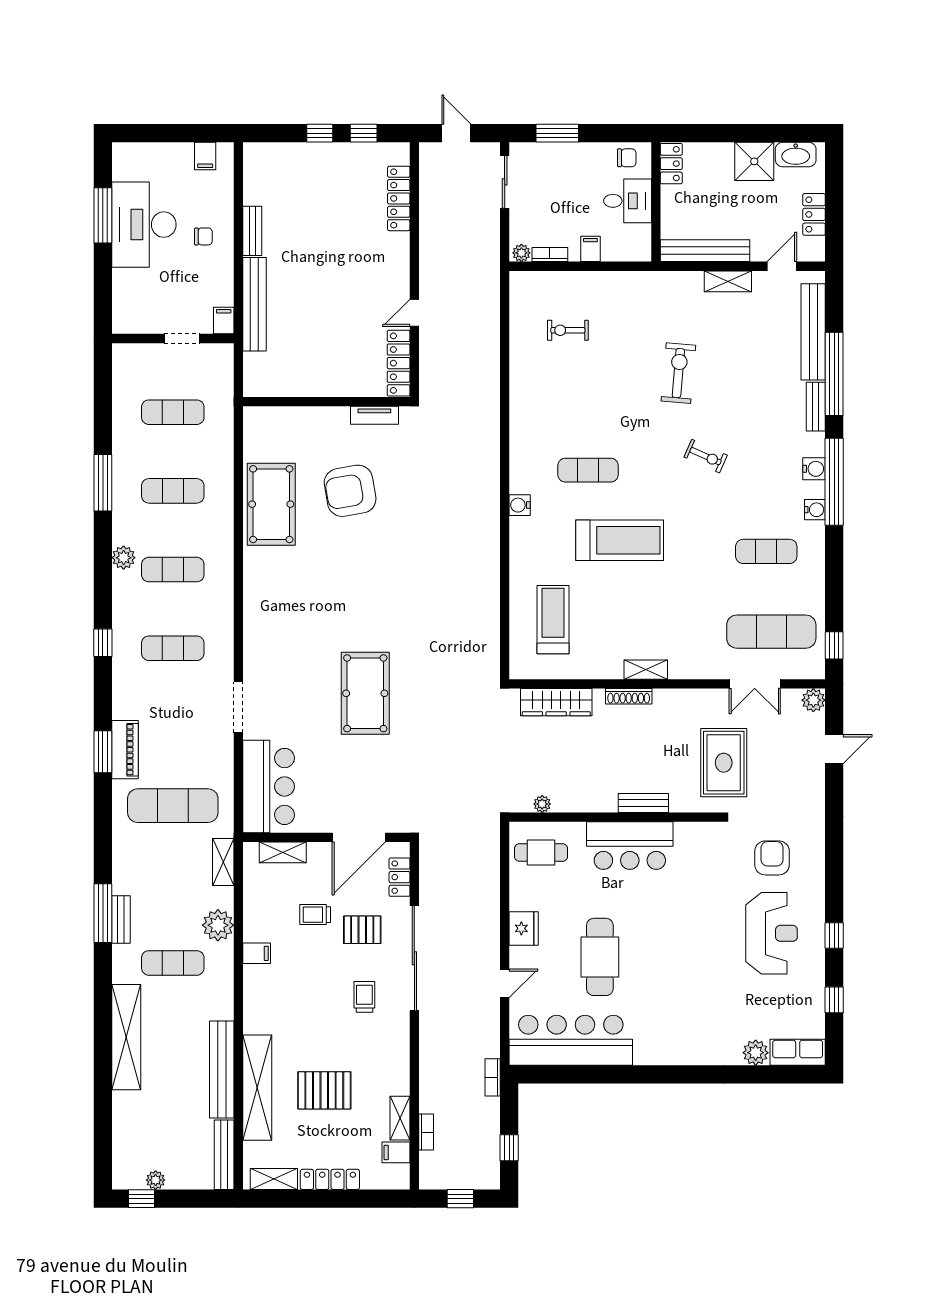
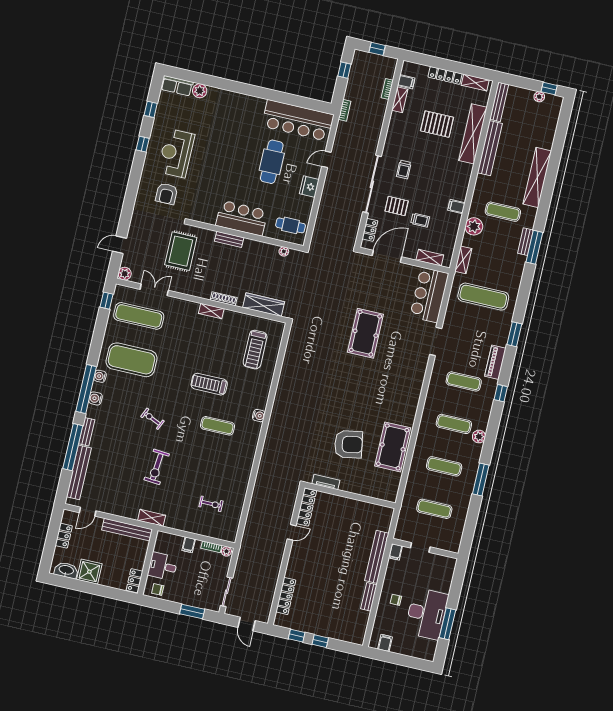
shelving: (728, 281) -> (152, 518), moved
treadmill: (620, 540) -> (209, 384), width x0.73, depth x0.73
exercise mat: (766, 551) -> (131, 360), width x2.00, depth x1.45
piano: (125, 750) -> (495, 362), moved

